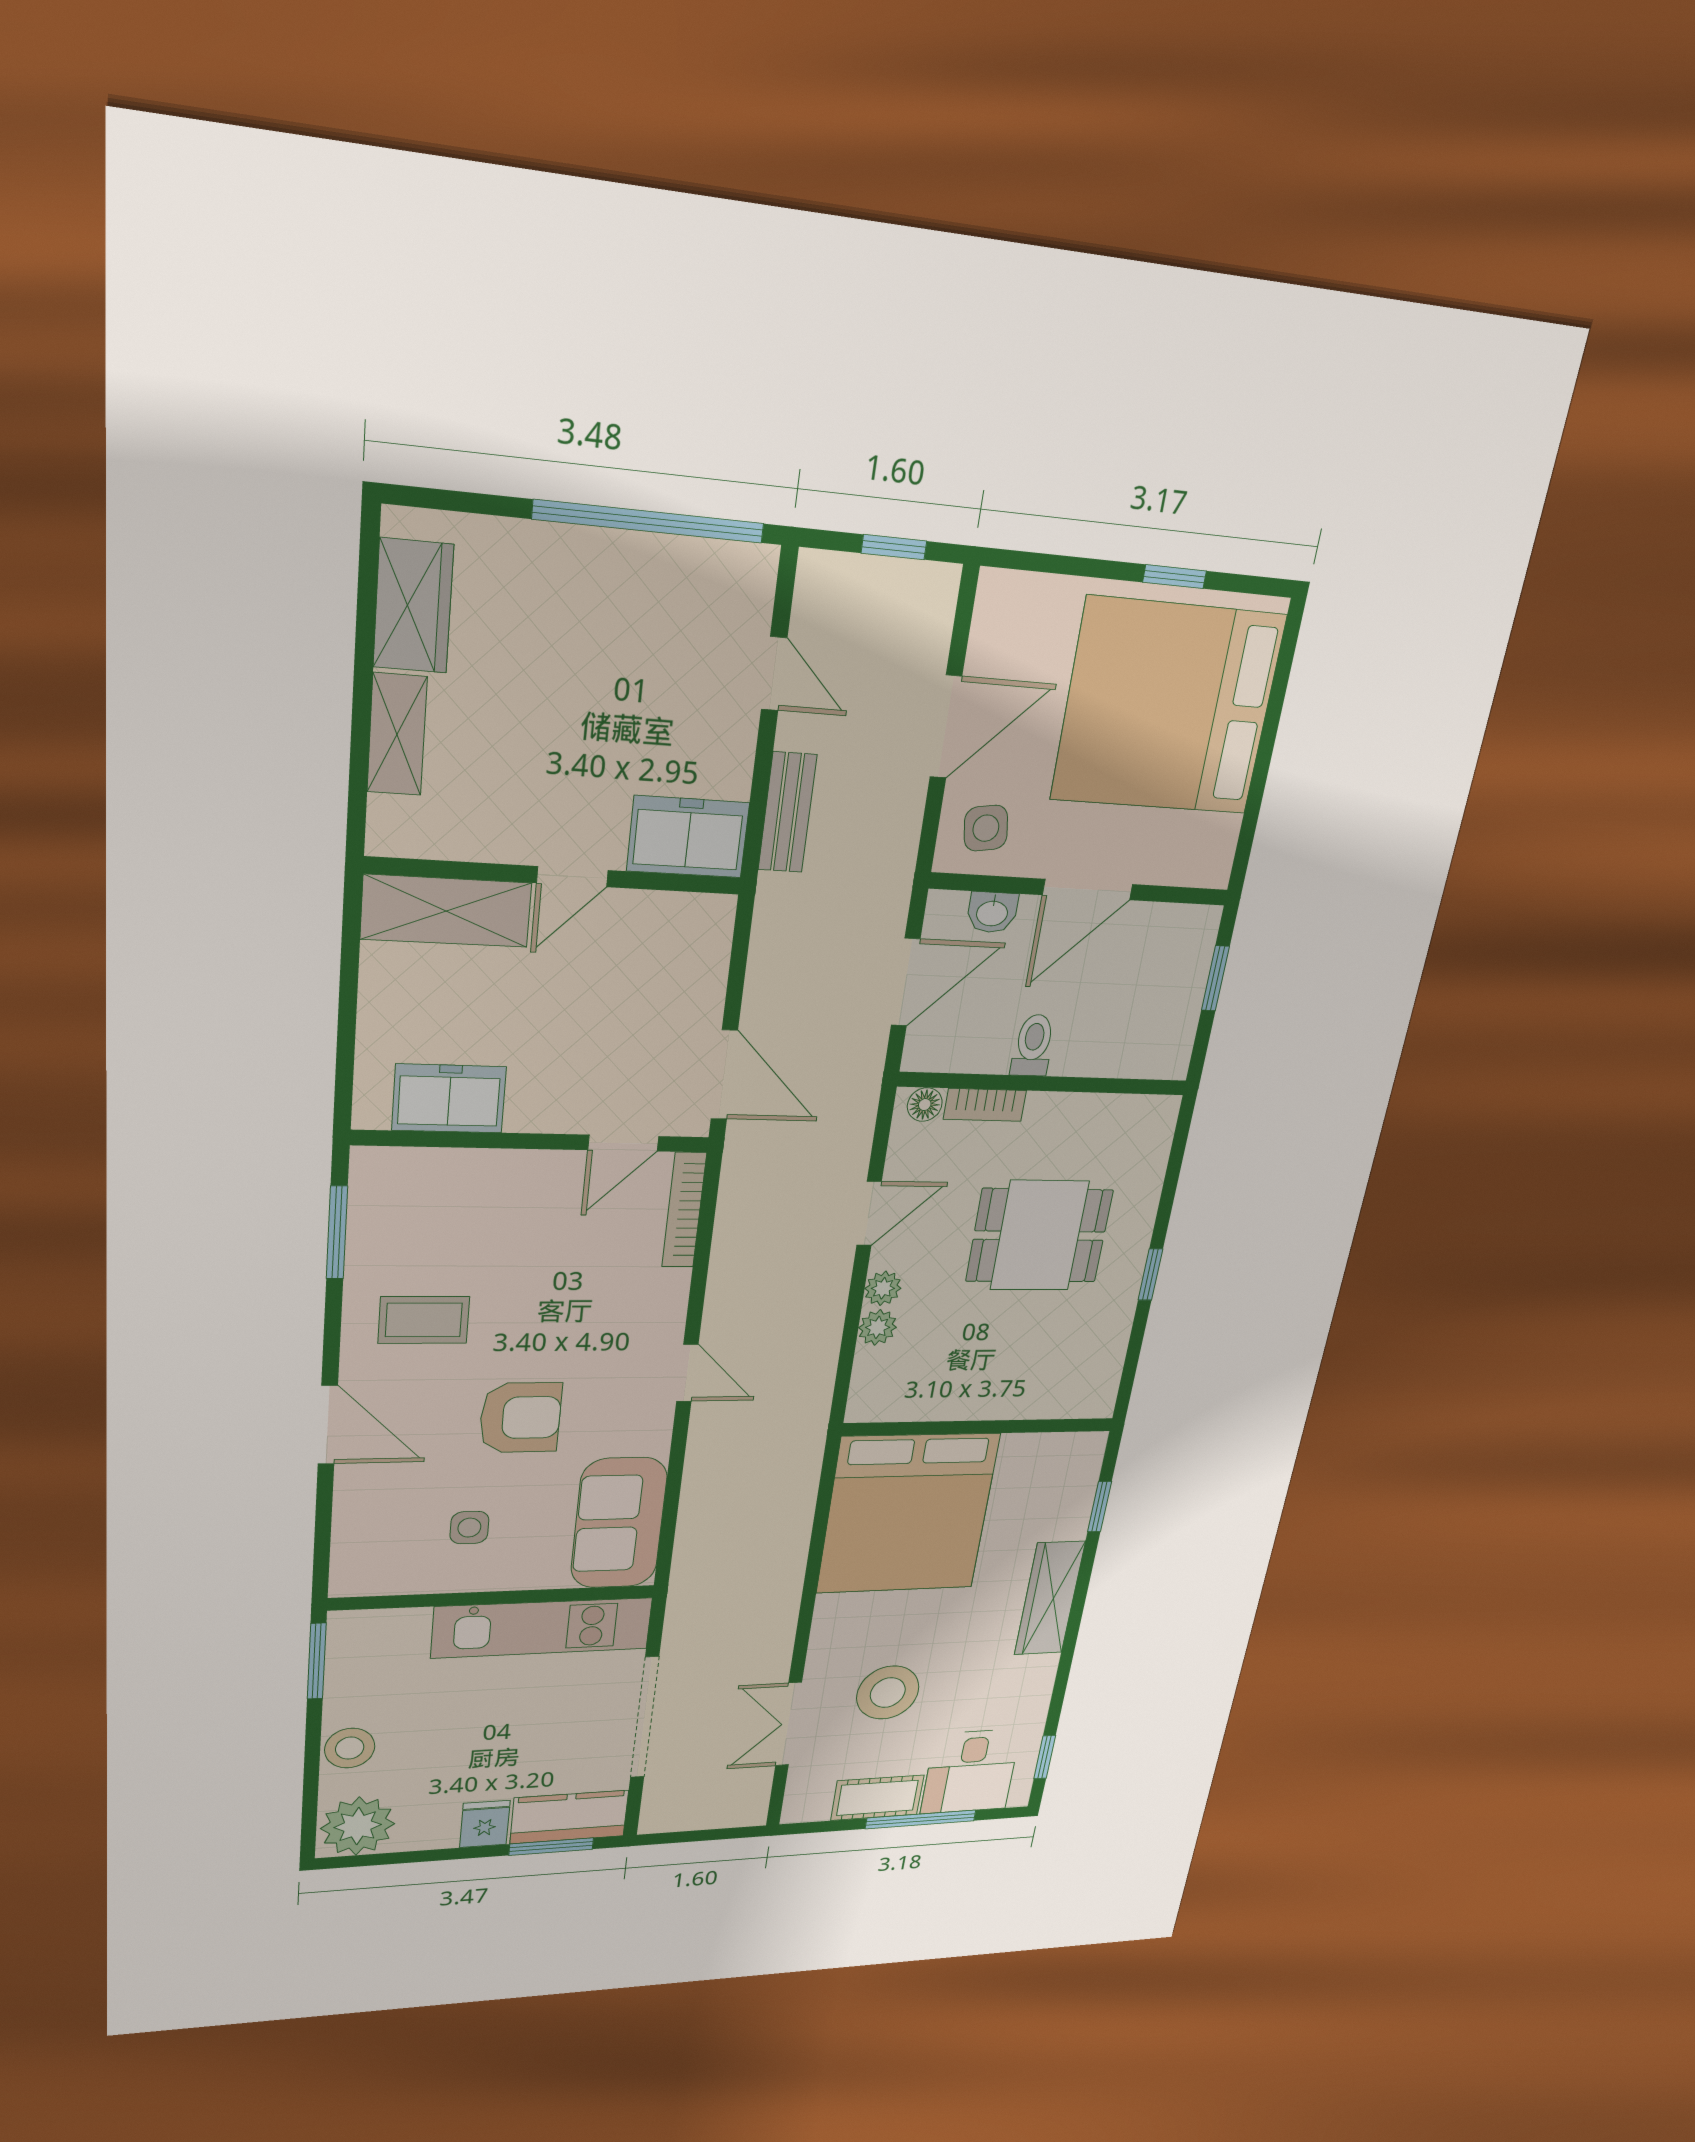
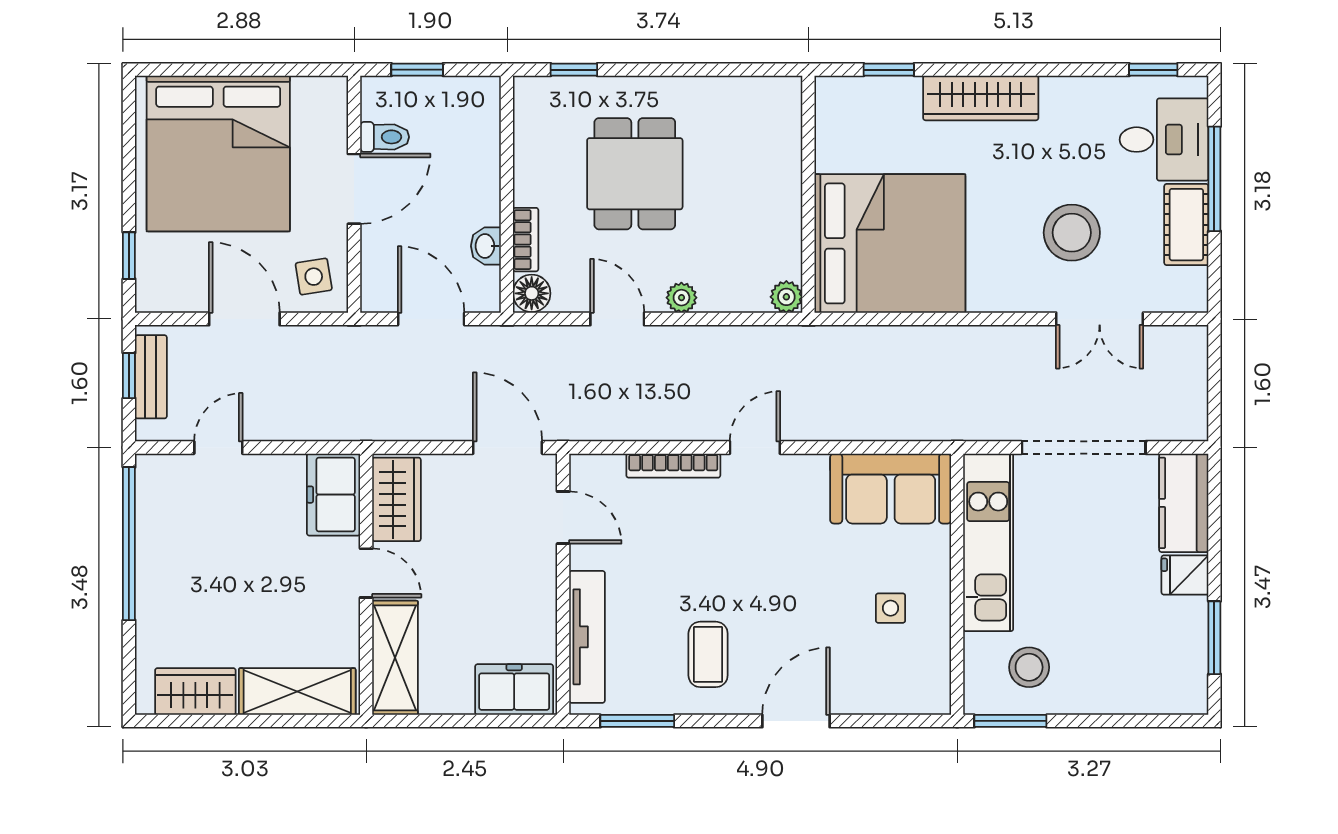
window: (1175, 577) -> (129, 256), moved
shelving: (397, 734) -> (297, 692), width x1.50, depth x1.33
bench: (787, 812) -> (151, 377), moved, turned 90
door: (1088, 890) -> (354, 189), hinge flipped
washbasin: (992, 912) -> (486, 246), moved, turned 180
wardrobe: (672, 924) -> (396, 499), added
toilet: (1033, 1045) -> (385, 137), moved, turned 180
door: (724, 1075) -> (508, 448), hinge flipped
freezer: (449, 1099) -> (514, 690), moved, turned 90
floor lamp: (925, 1105) -> (532, 293), width x1.37, depth x1.37
tv unit: (458, 1170) -> (587, 637), added
bookcase: (684, 1210) -> (673, 466), moved
window: (1150, 1275) -> (574, 70), moved
plant: (878, 1327) -> (786, 297), moved
armchair: (520, 1418) -> (793, 576), removed
stool: (350, 1748) -> (1029, 667), moved
plant: (358, 1826) -> (1178, 681), removed
window: (551, 1847) -> (1214, 638), moved

